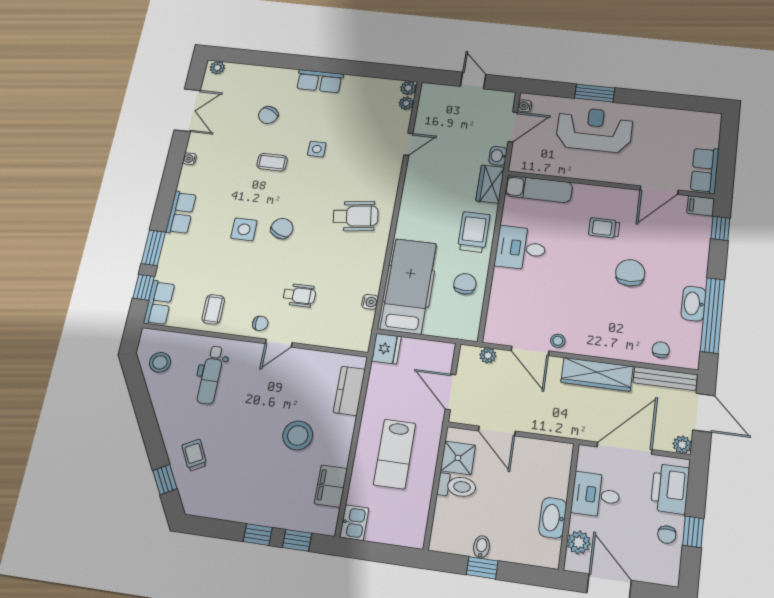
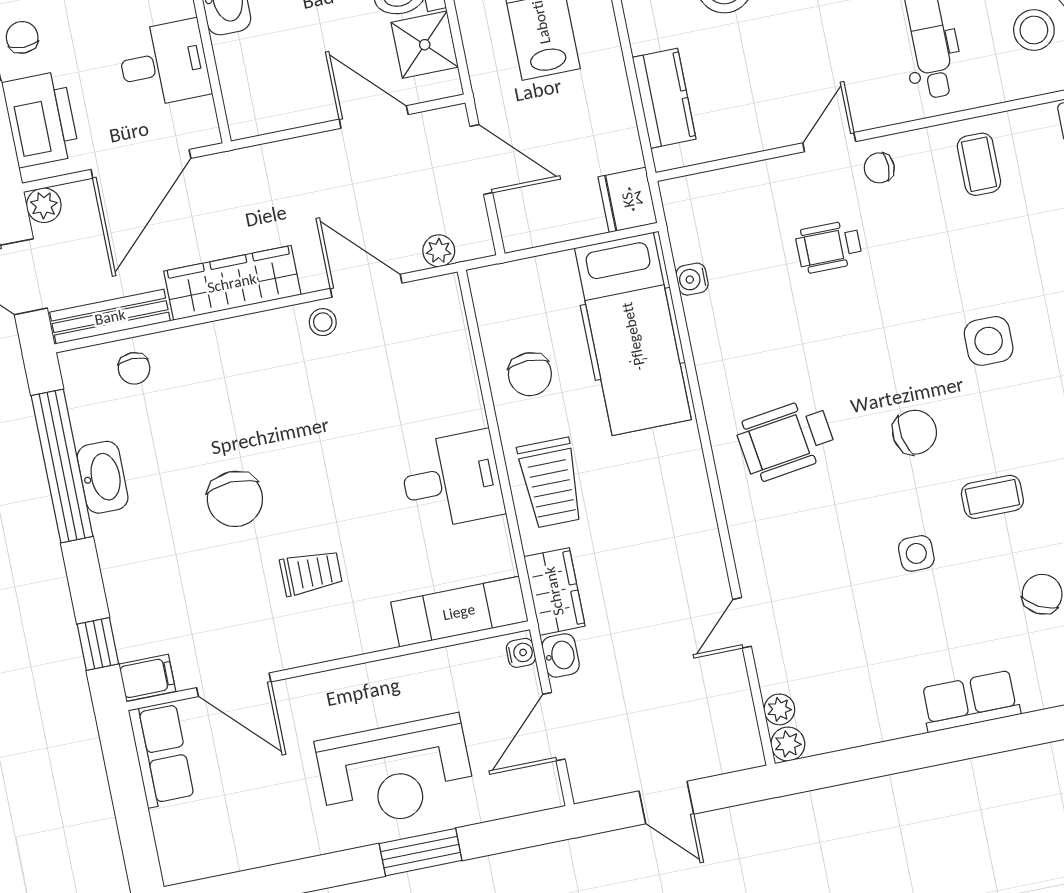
water cooler: (525, 106) -> (521, 653), moved
door: (659, 190) -> (234, 685), swing flipped
chair: (282, 228) -> (915, 432), moved, turned -124

